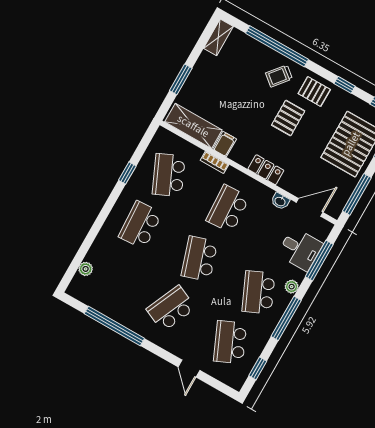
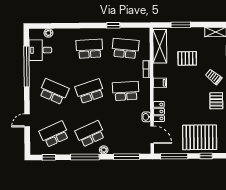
pallet: (288, 118) -> (187, 58), moved
filing cabinet: (225, 144) -> (160, 83), moved
locker: (266, 170) -> (159, 111), moved
school desk: (169, 175) -> (125, 48), turned 30
desk: (300, 249) -> (40, 50), moved, turned 90

